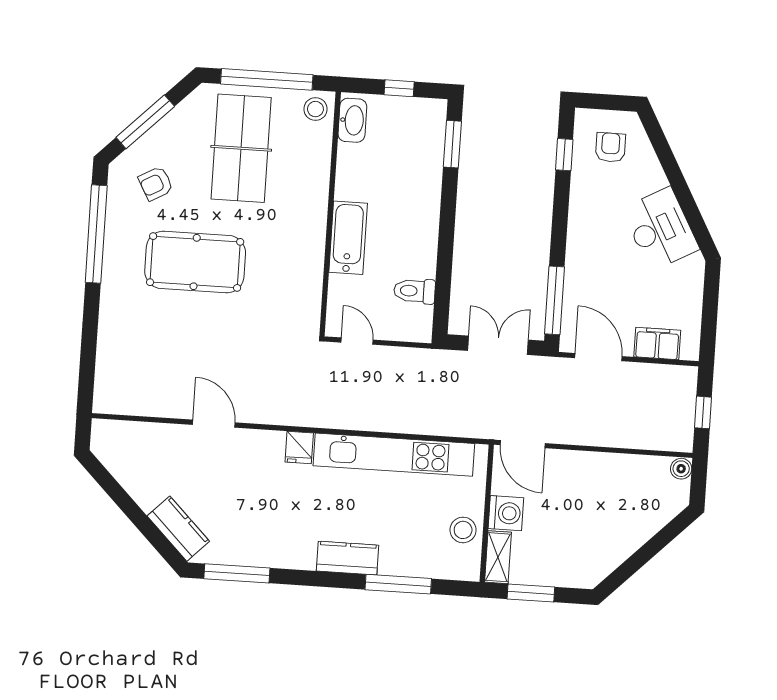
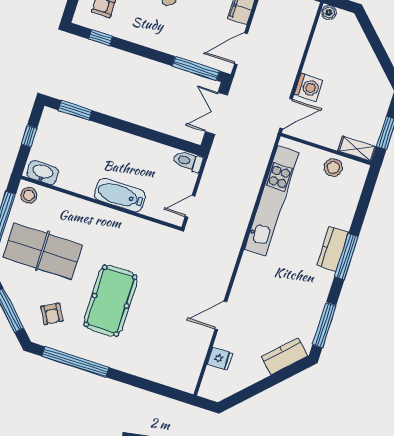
toilet: (414, 291) -> (188, 161), moved, turned 90
fridge: (299, 447) -> (220, 359), moved
washing machine: (506, 513) -> (308, 87), moved, turned 90
window: (398, 584) -> (346, 257), moved

